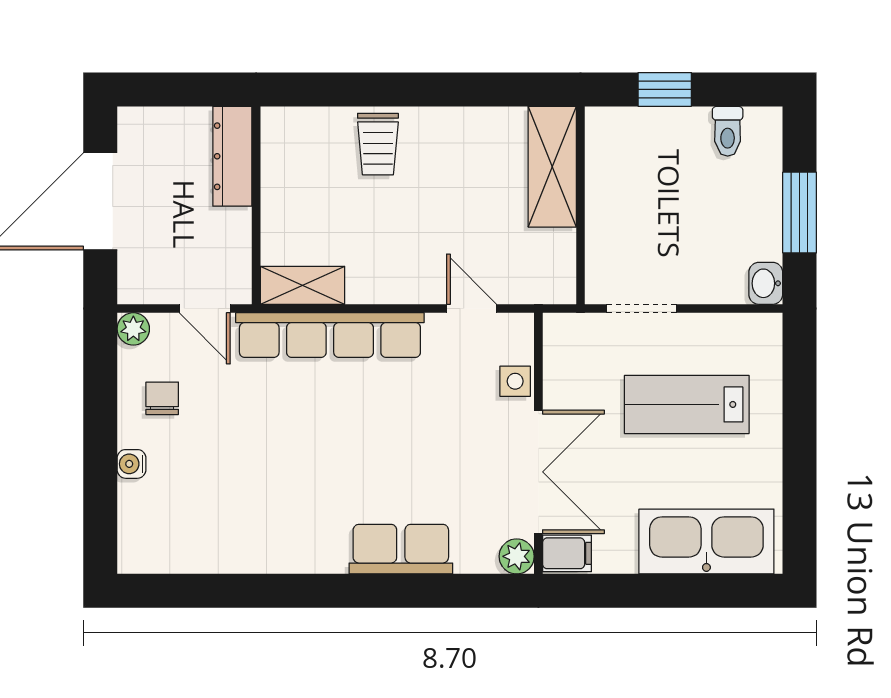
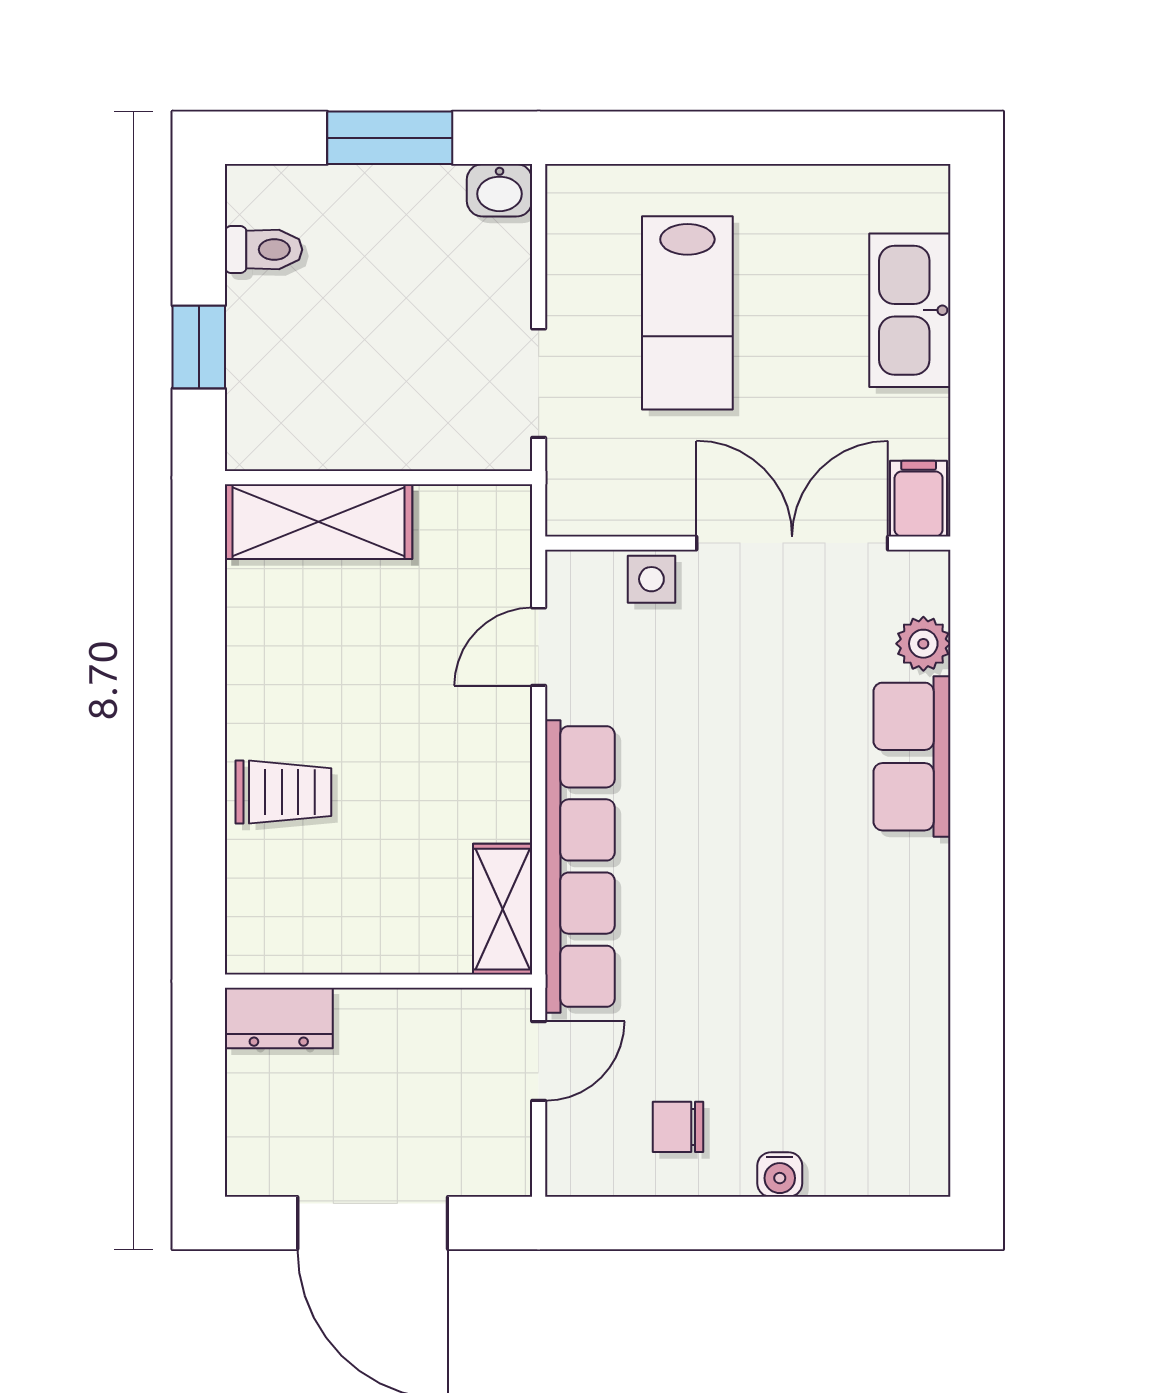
dresser: (232, 156) -> (279, 1018), width x0.70
plant: (133, 329) -> (570, 1172), removed
kitchen sink: (706, 541) -> (910, 310), width x0.73, depth x0.81
plant: (517, 556) -> (923, 644), moved

